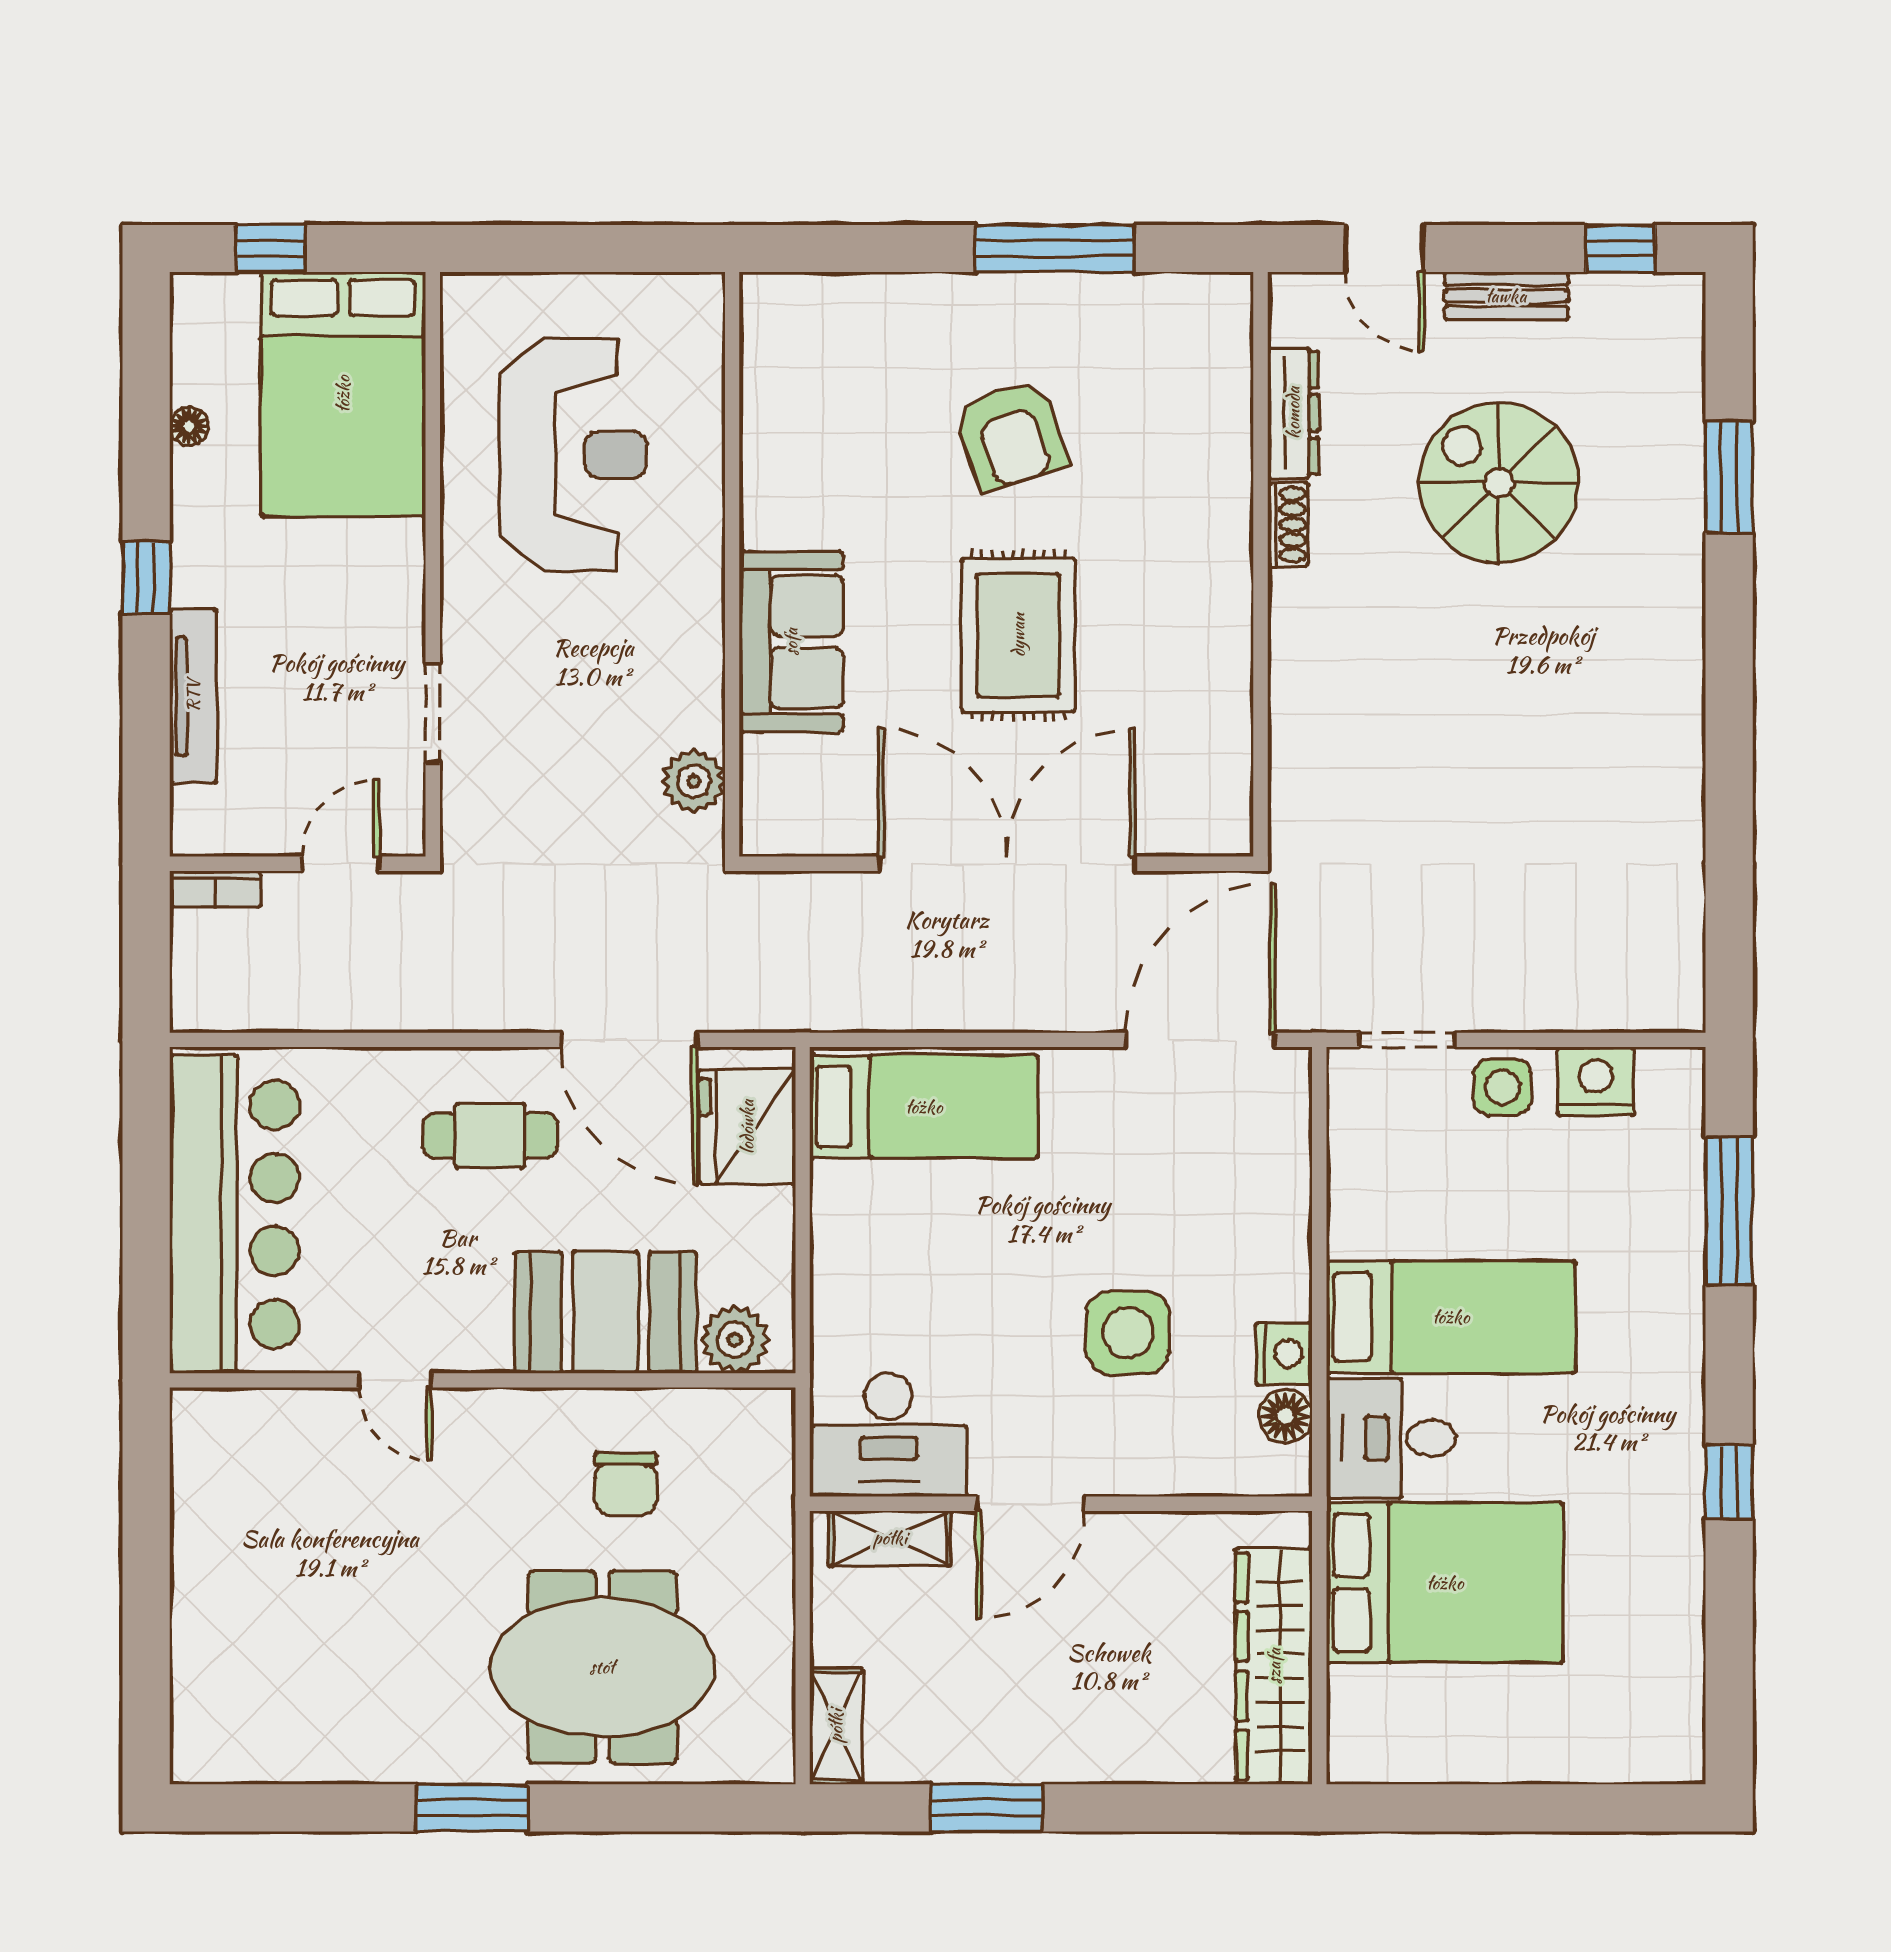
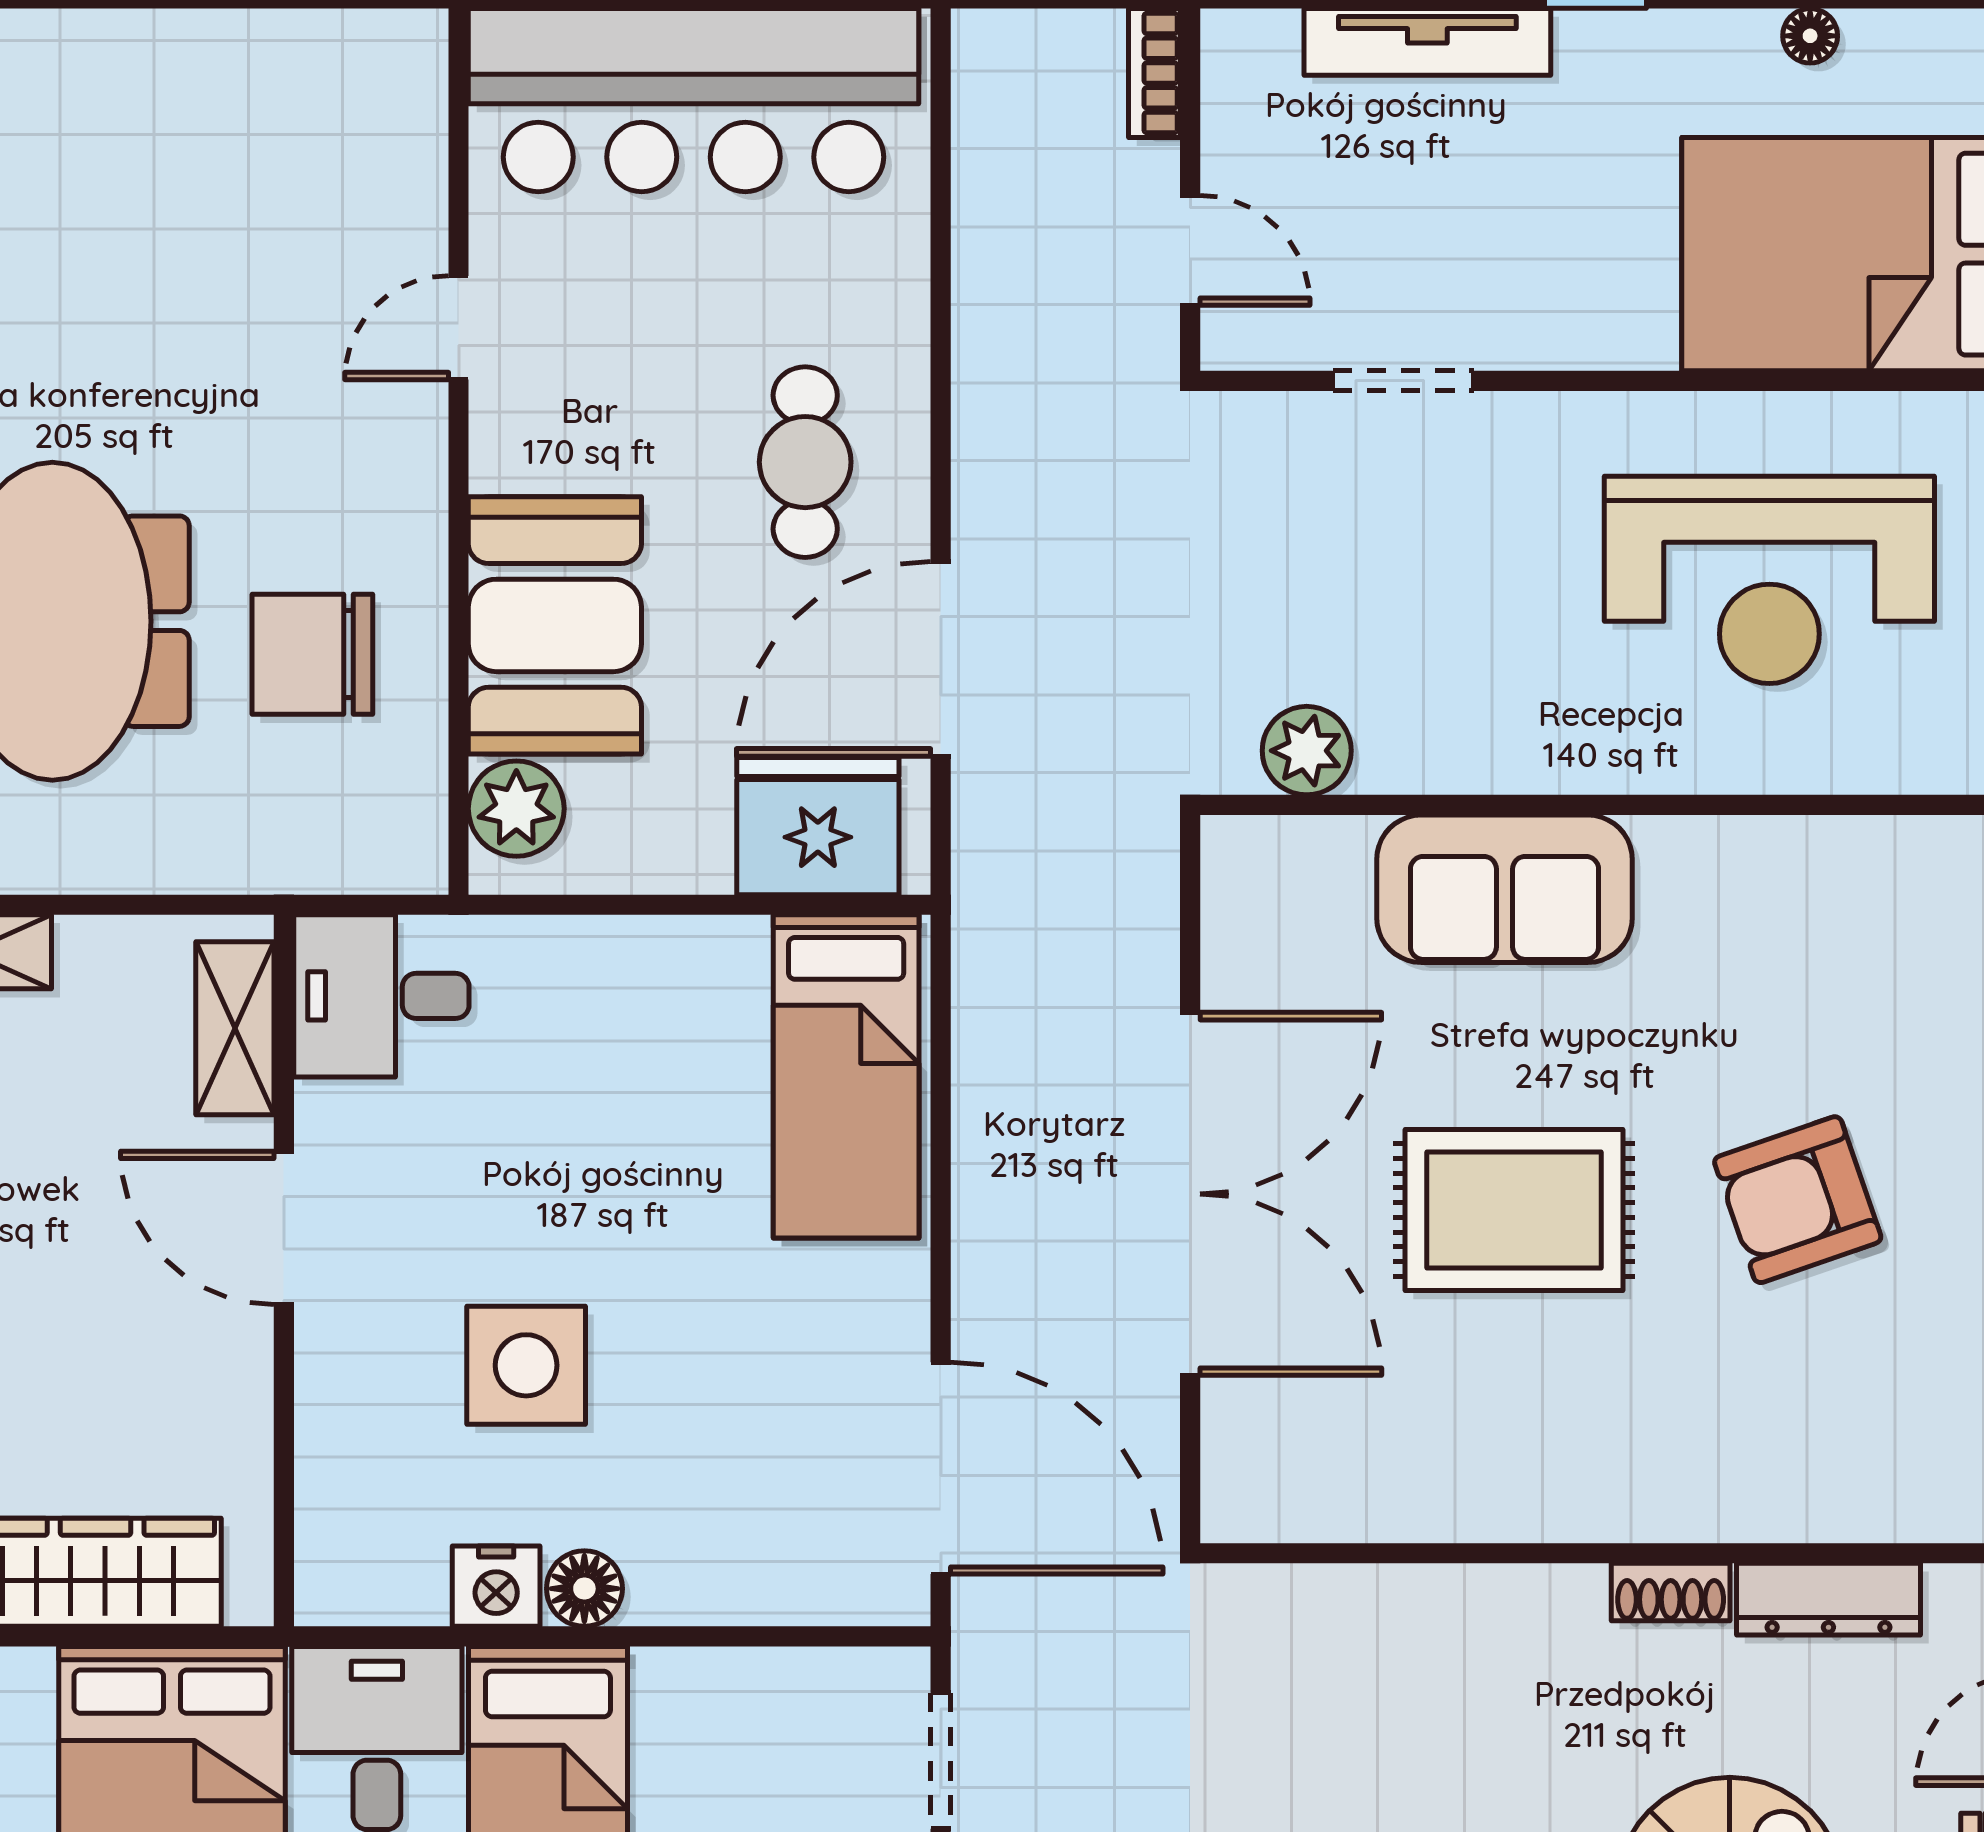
floor lamp: (1285, 1416) -> (584, 1589), moved
desk: (888, 1435) -> (381, 996), width x0.73
chair: (626, 1484) -> (312, 654), width x1.37, depth x1.37

